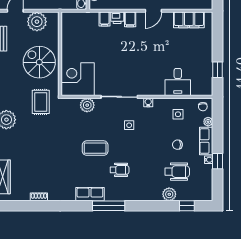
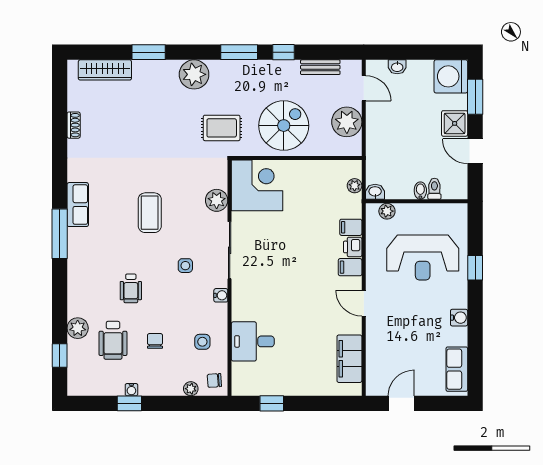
plant: (78, 17) -> (355, 186), added
row of seats: (206, 141) -> (161, 386), removed
wheelchair: (119, 170) -> (131, 288), moved

